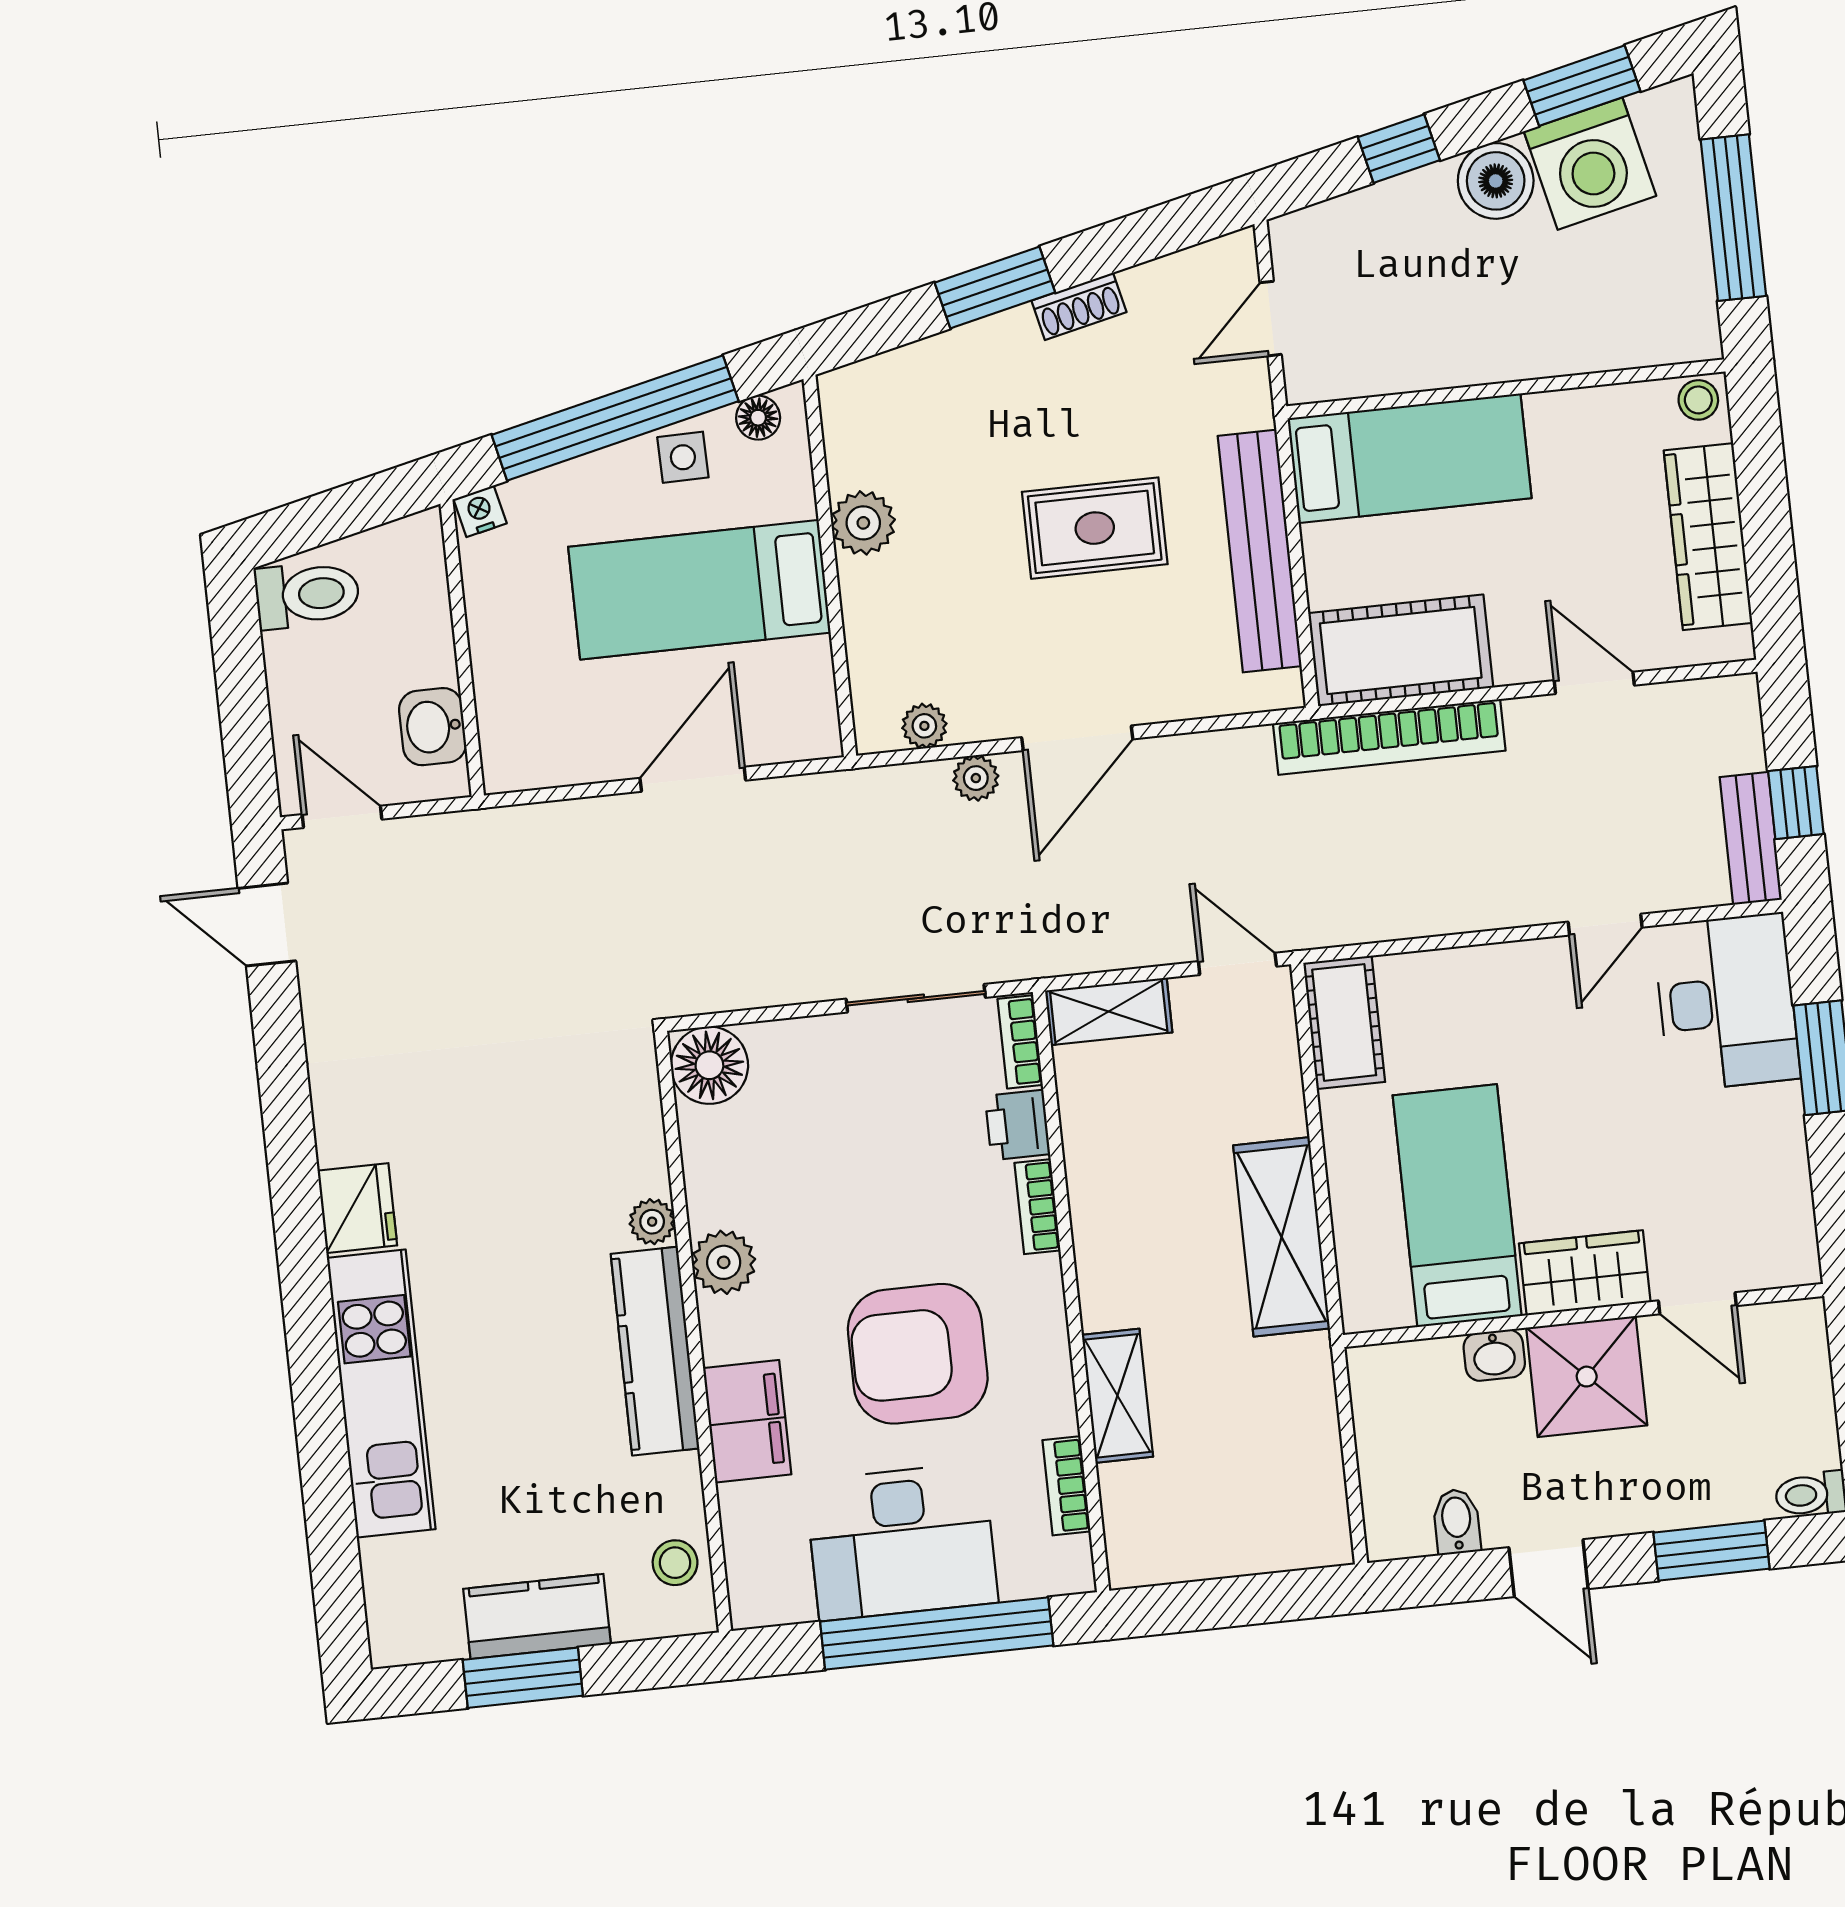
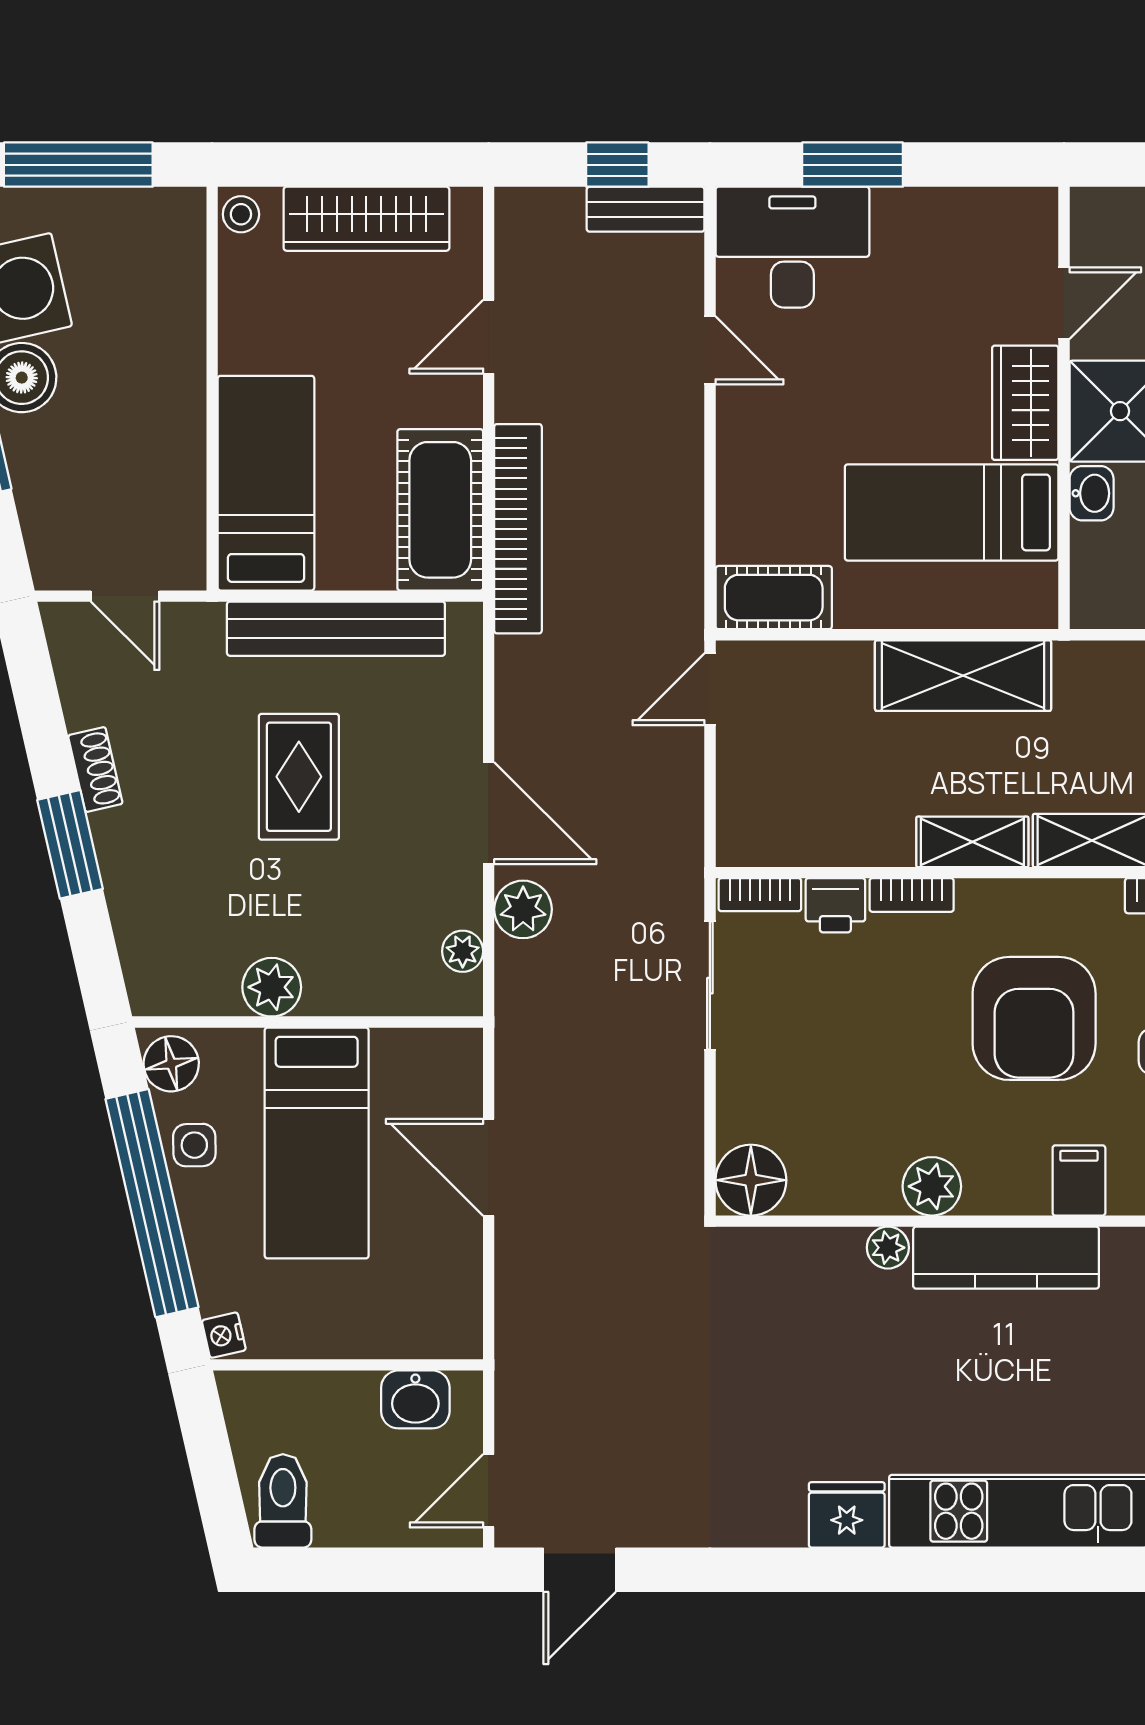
floor lamp: (758, 418) -> (171, 1064), width x1.37, depth x1.37
plant: (976, 778) -> (523, 909), width x1.38, depth x1.38
shelving: (1109, 1011) -> (972, 842), moved, turned 90
filing cabinet: (747, 1421) -> (1079, 1180), width x0.50

